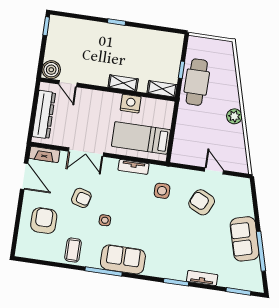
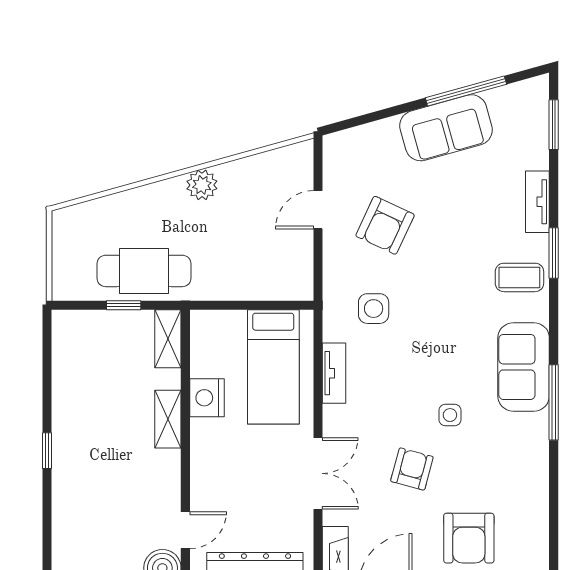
armchair: (44, 221) -> (469, 538), turned -90
coffee table: (73, 250) -> (519, 277), moved

